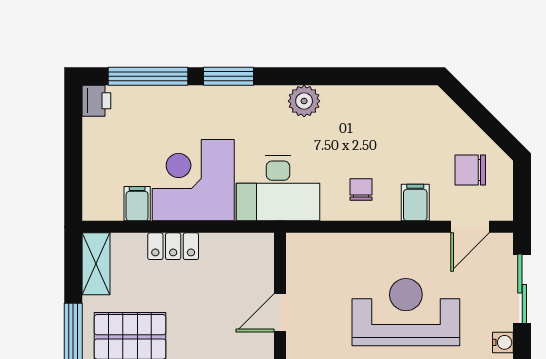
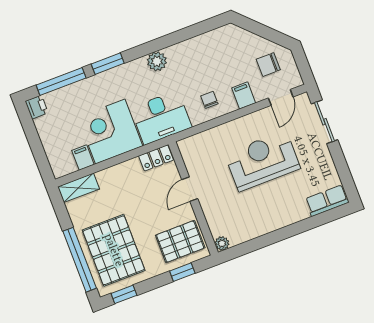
locker: (173, 246) -> (156, 158), moved
shelving: (96, 264) -> (79, 188), moved, turned 90
water cooler: (503, 342) -> (325, 157), removed

